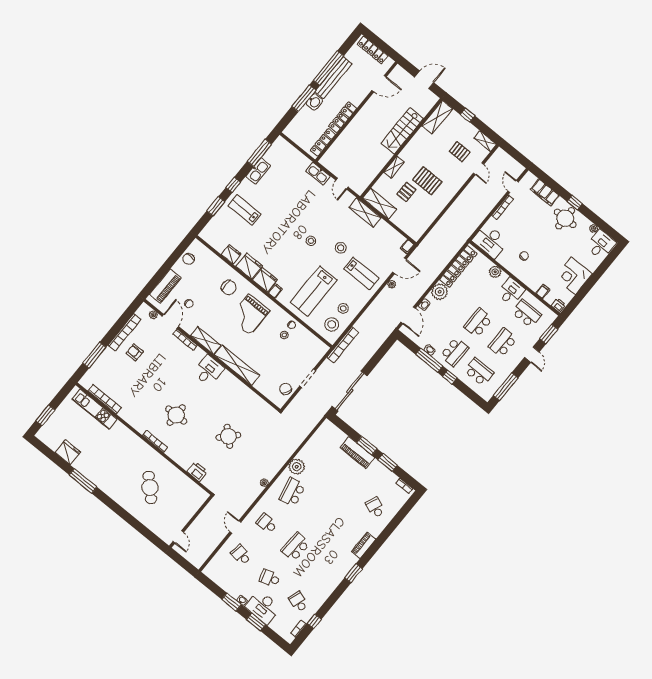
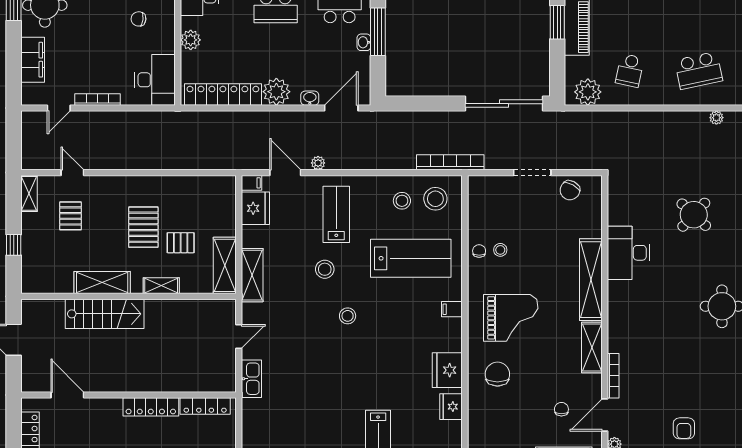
shelving: (437, 117) -> (102, 283), moved
door: (479, 169) -> (72, 173), hinge flipped
fridge: (265, 280) -> (255, 208), moved, turned 180
desk: (208, 370) -> (628, 253), moved, width x1.37
school desk: (318, 461) -> (630, 70), added
plant: (297, 467) -> (588, 92), moved

